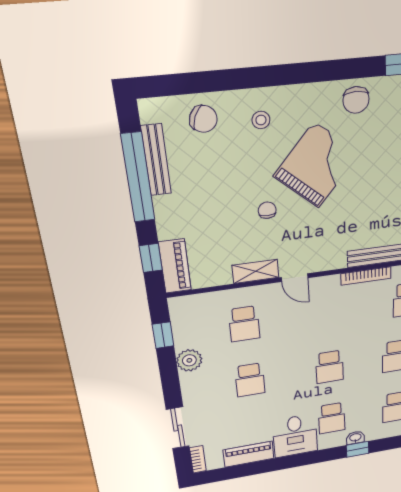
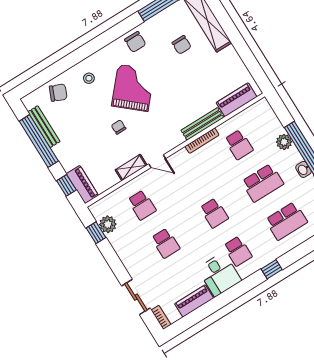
plant: (189, 360) -> (108, 224), moved
washbasin: (355, 438) -> (264, 260), removed

